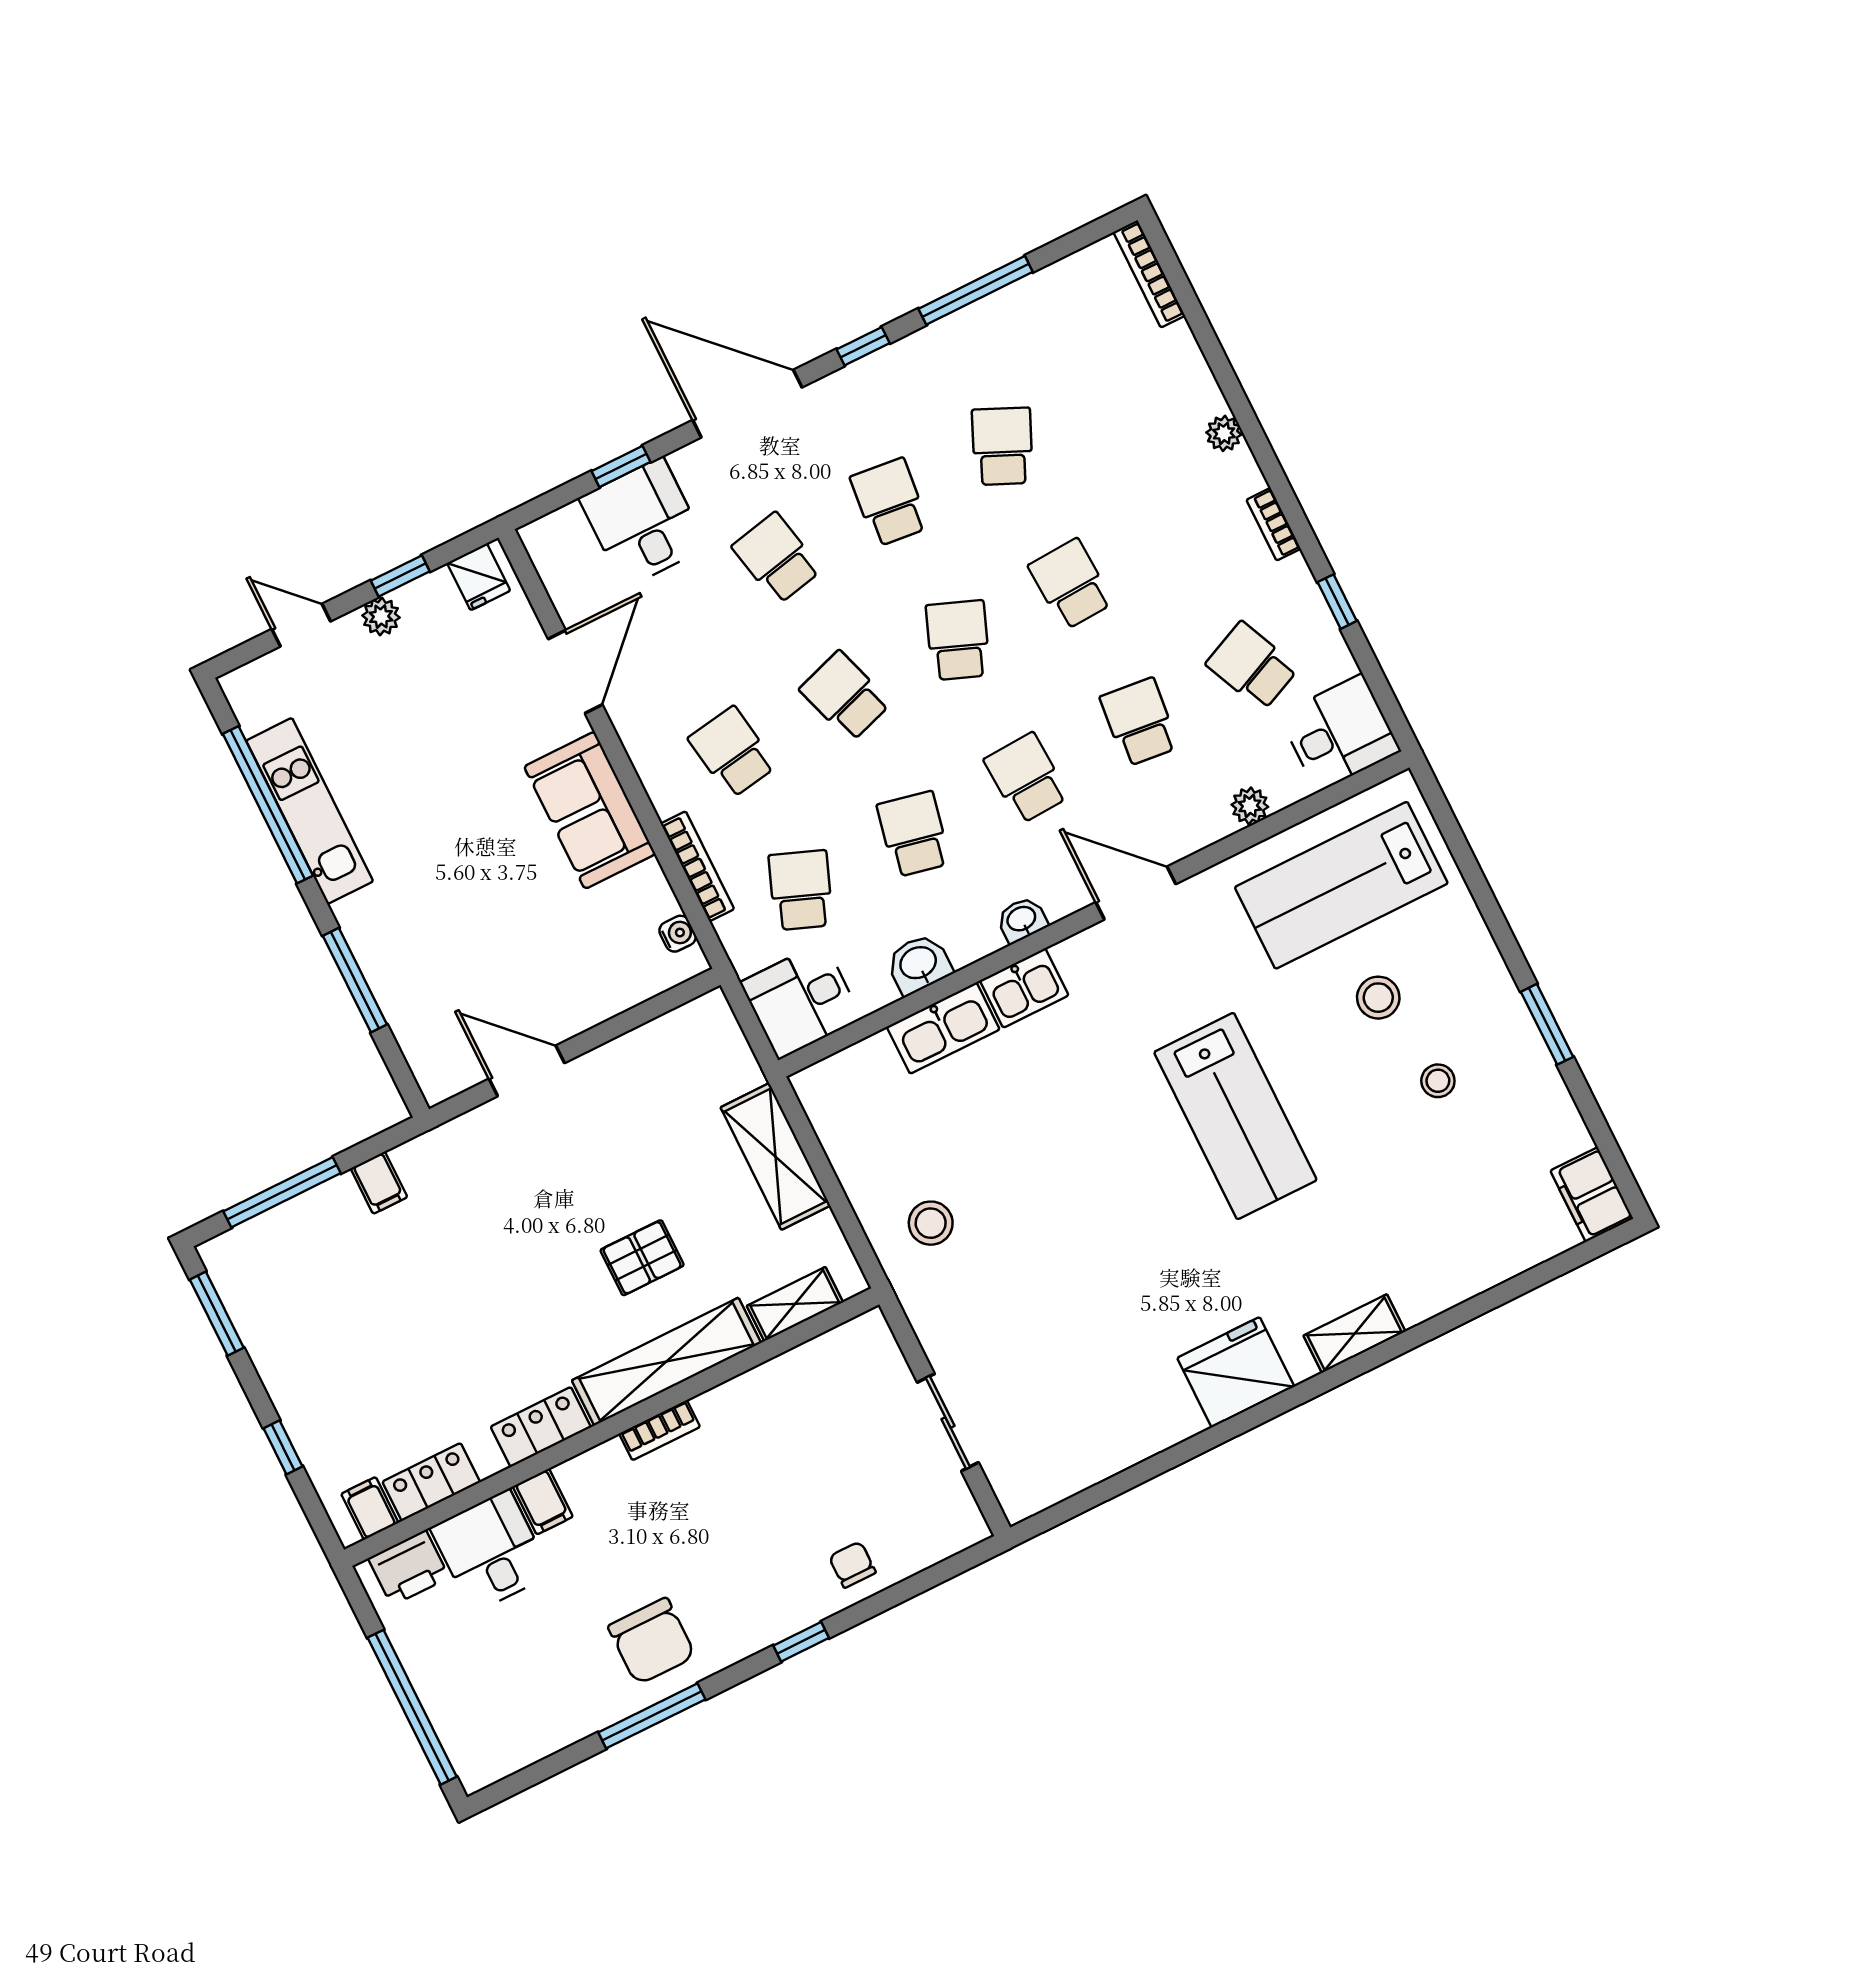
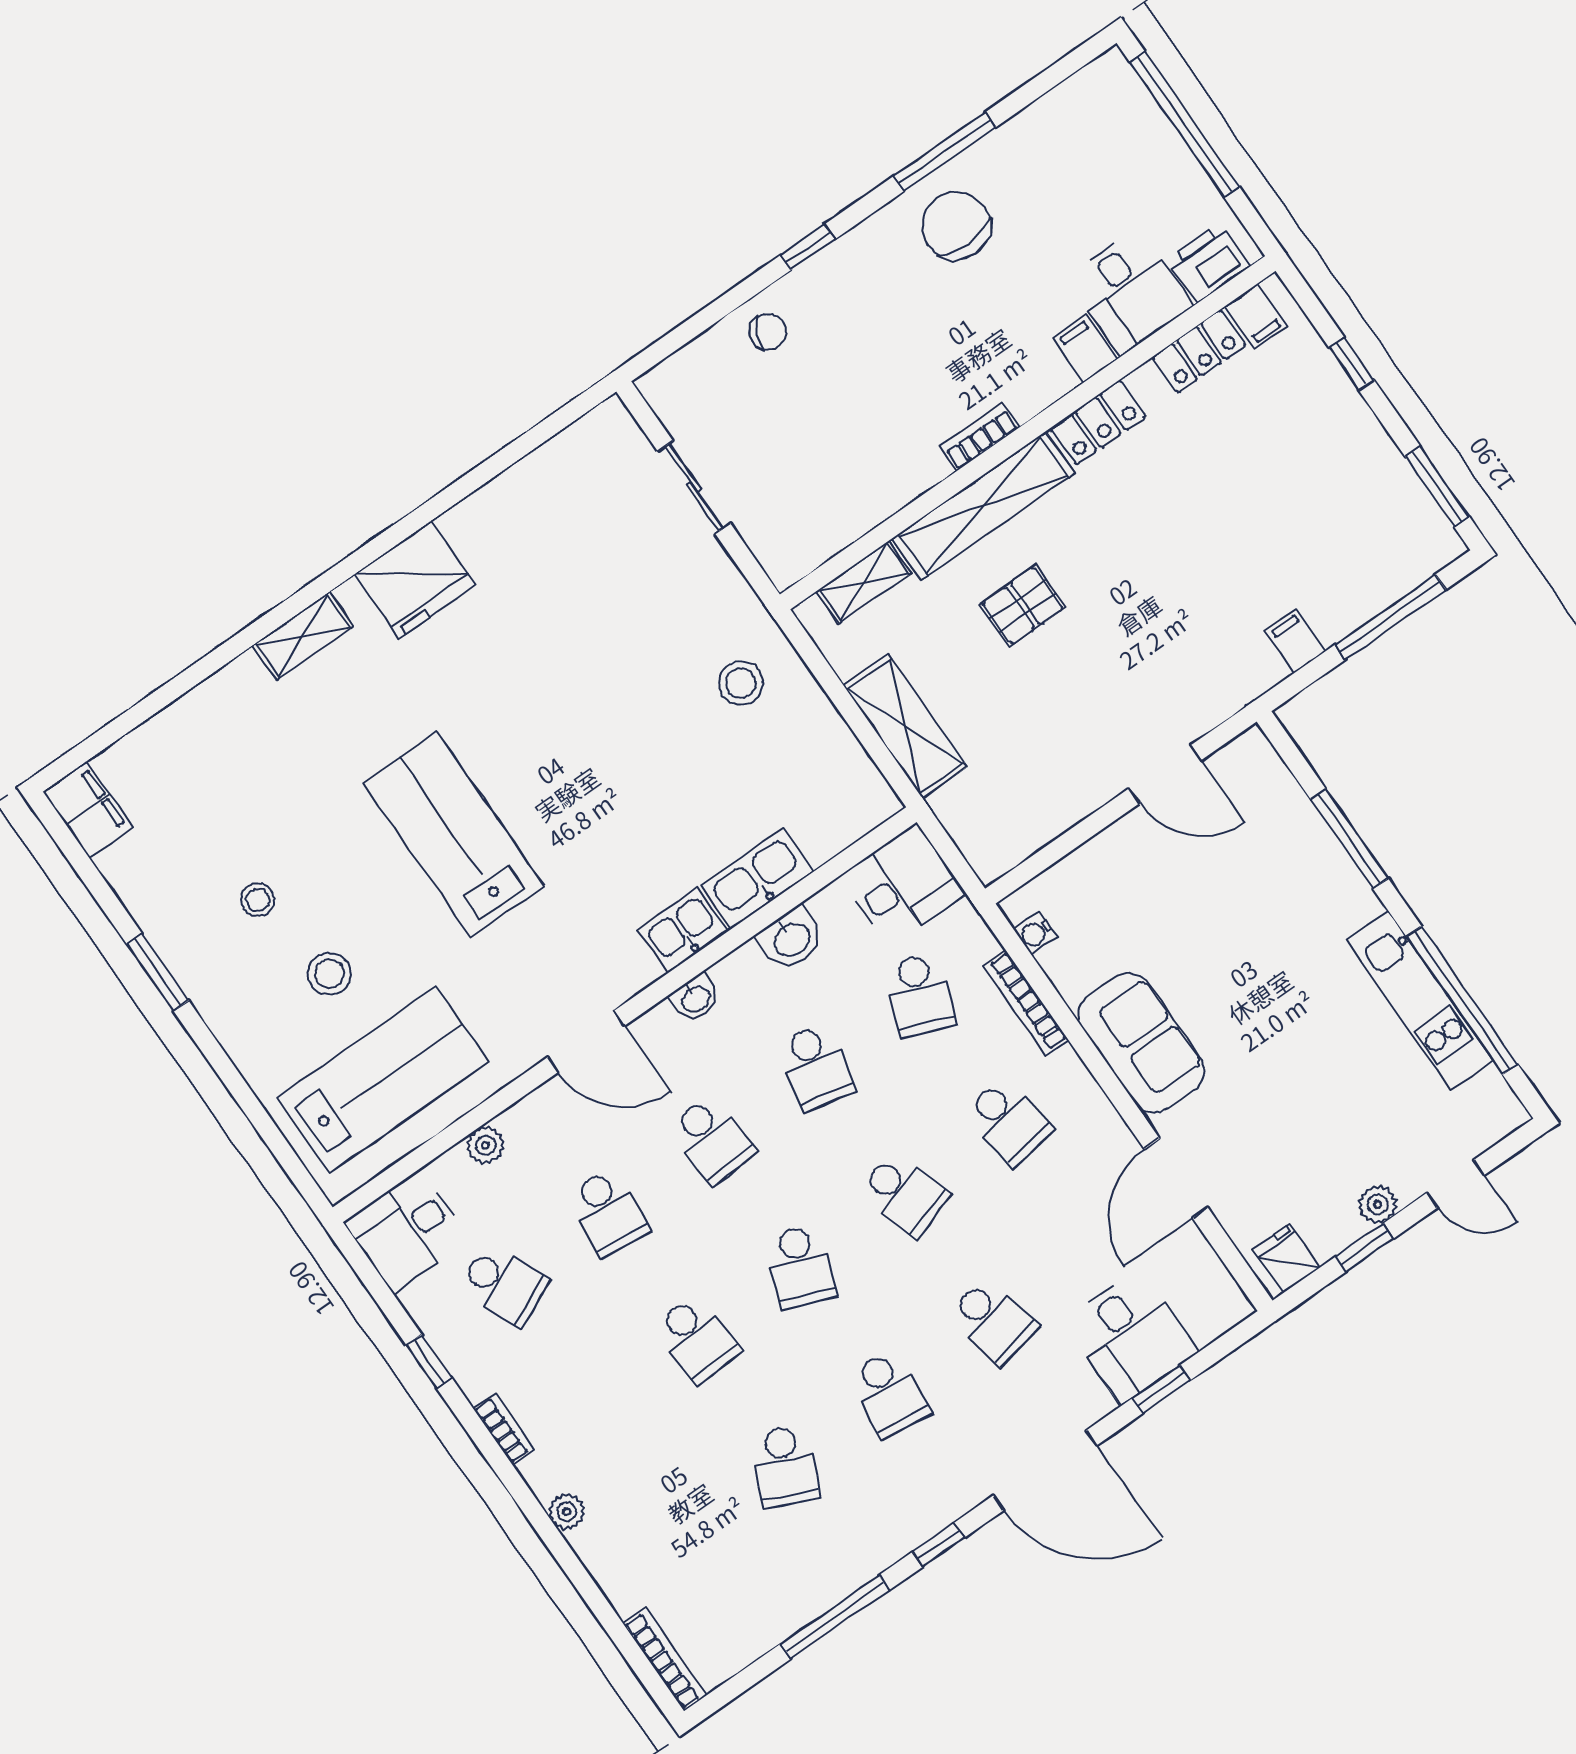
chair: (852, 1565) -> (768, 332), turned -68

